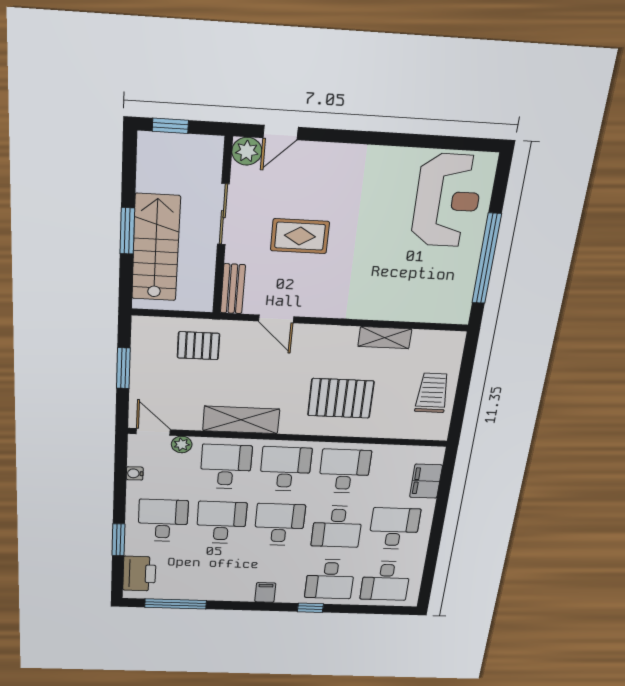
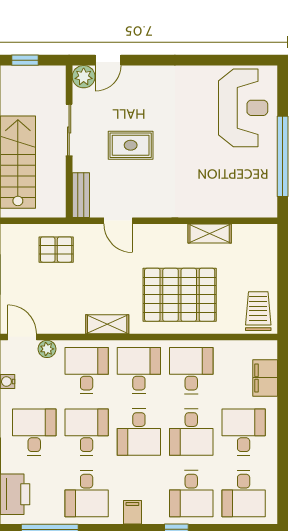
trolley: (432, 393) -> (258, 311), moved
pallet: (341, 398) -> (180, 295), width x1.37, depth x1.41
shelving: (241, 420) -> (107, 324), width x0.67, depth x0.75
desk: (279, 525) -> (139, 432), turned 180
desk: (217, 576) -> (87, 494), added

